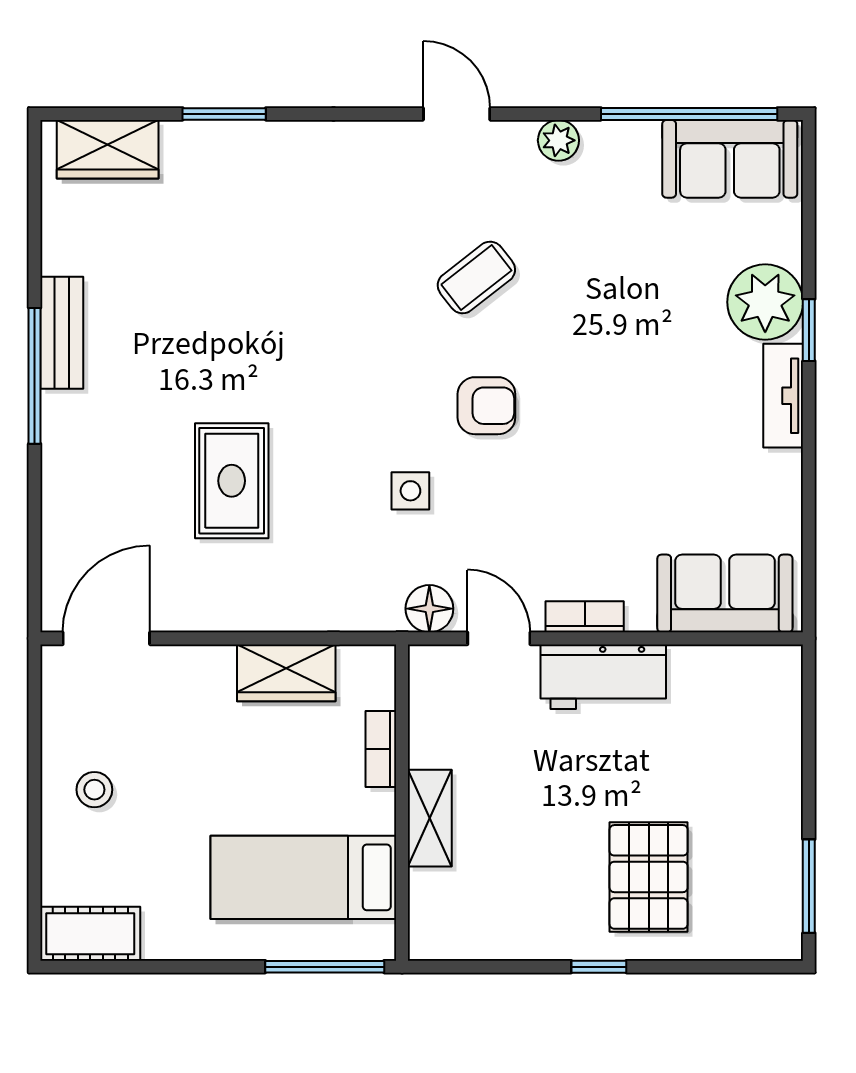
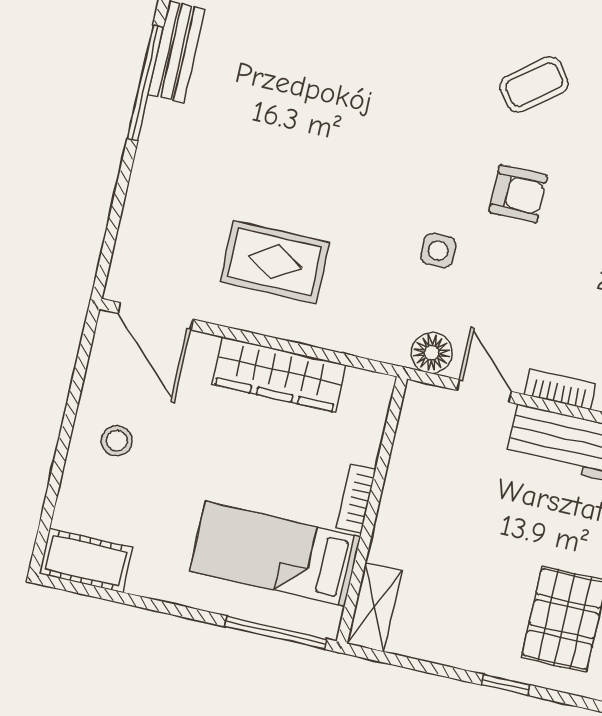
rug: (232, 481) -> (275, 262), moved, turned 90
door: (106, 638) -> (155, 316), swing flipped
wardrobe: (286, 673) -> (279, 375), width x1.50
bookcase: (381, 749) -> (356, 498), moved
shelving: (430, 818) -> (374, 607), moved

